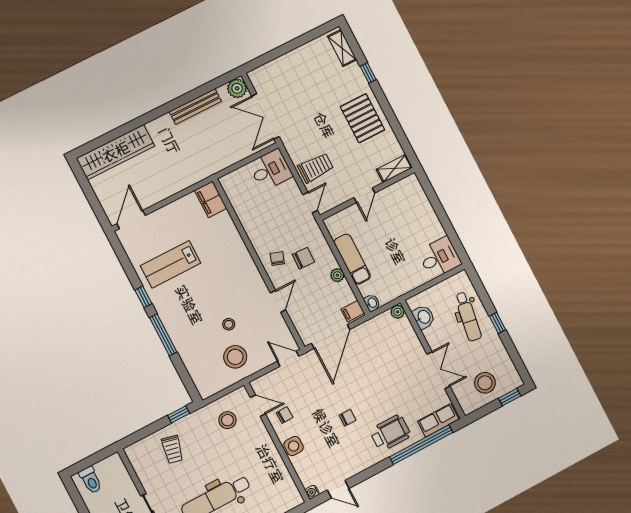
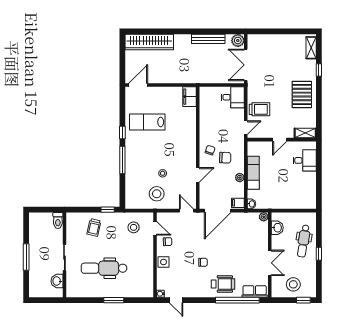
desk: (439, 258) -> (305, 160), moved
toilet: (91, 480) -> (58, 220), moved

